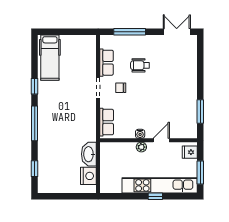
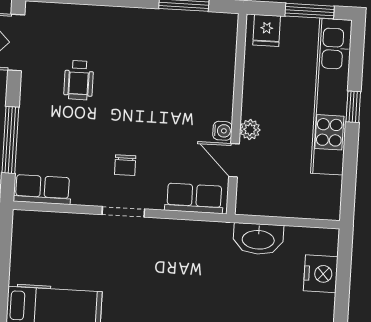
row of seats: (107, 63) -> (42, 189), moved
wheelchair: (140, 65) -> (79, 80), moved
door: (161, 140) -> (234, 160), moved
nightstand: (88, 176) -> (321, 274), moved, turned 90

